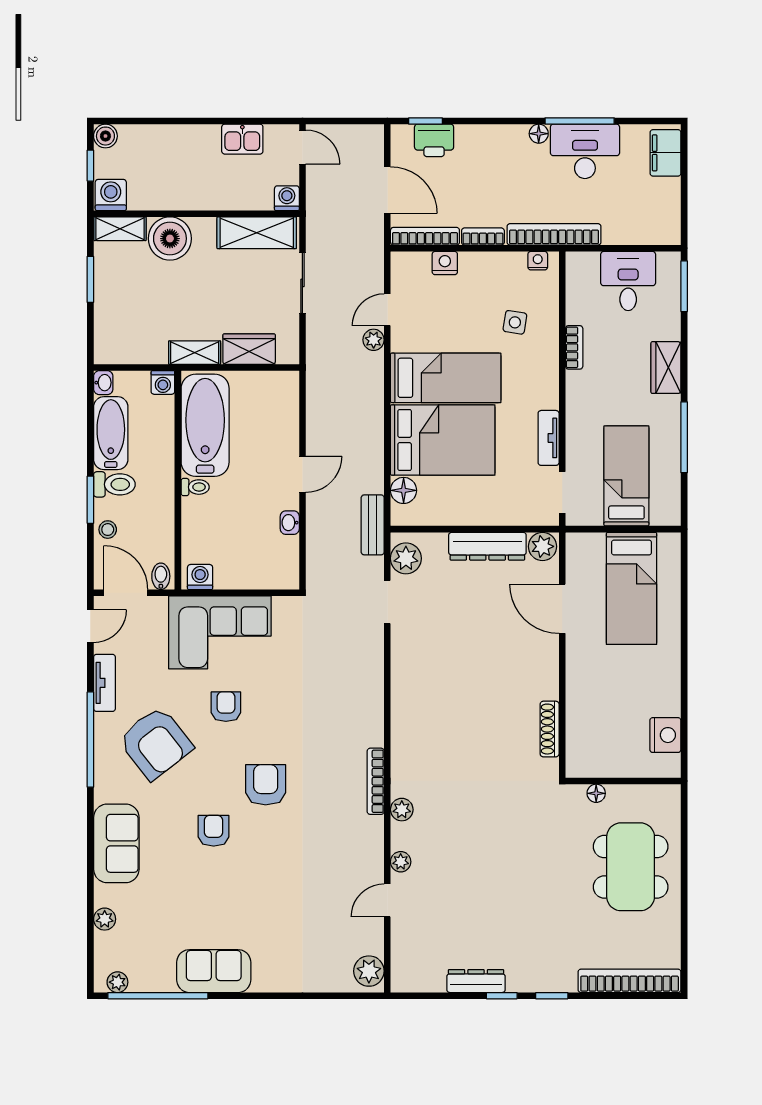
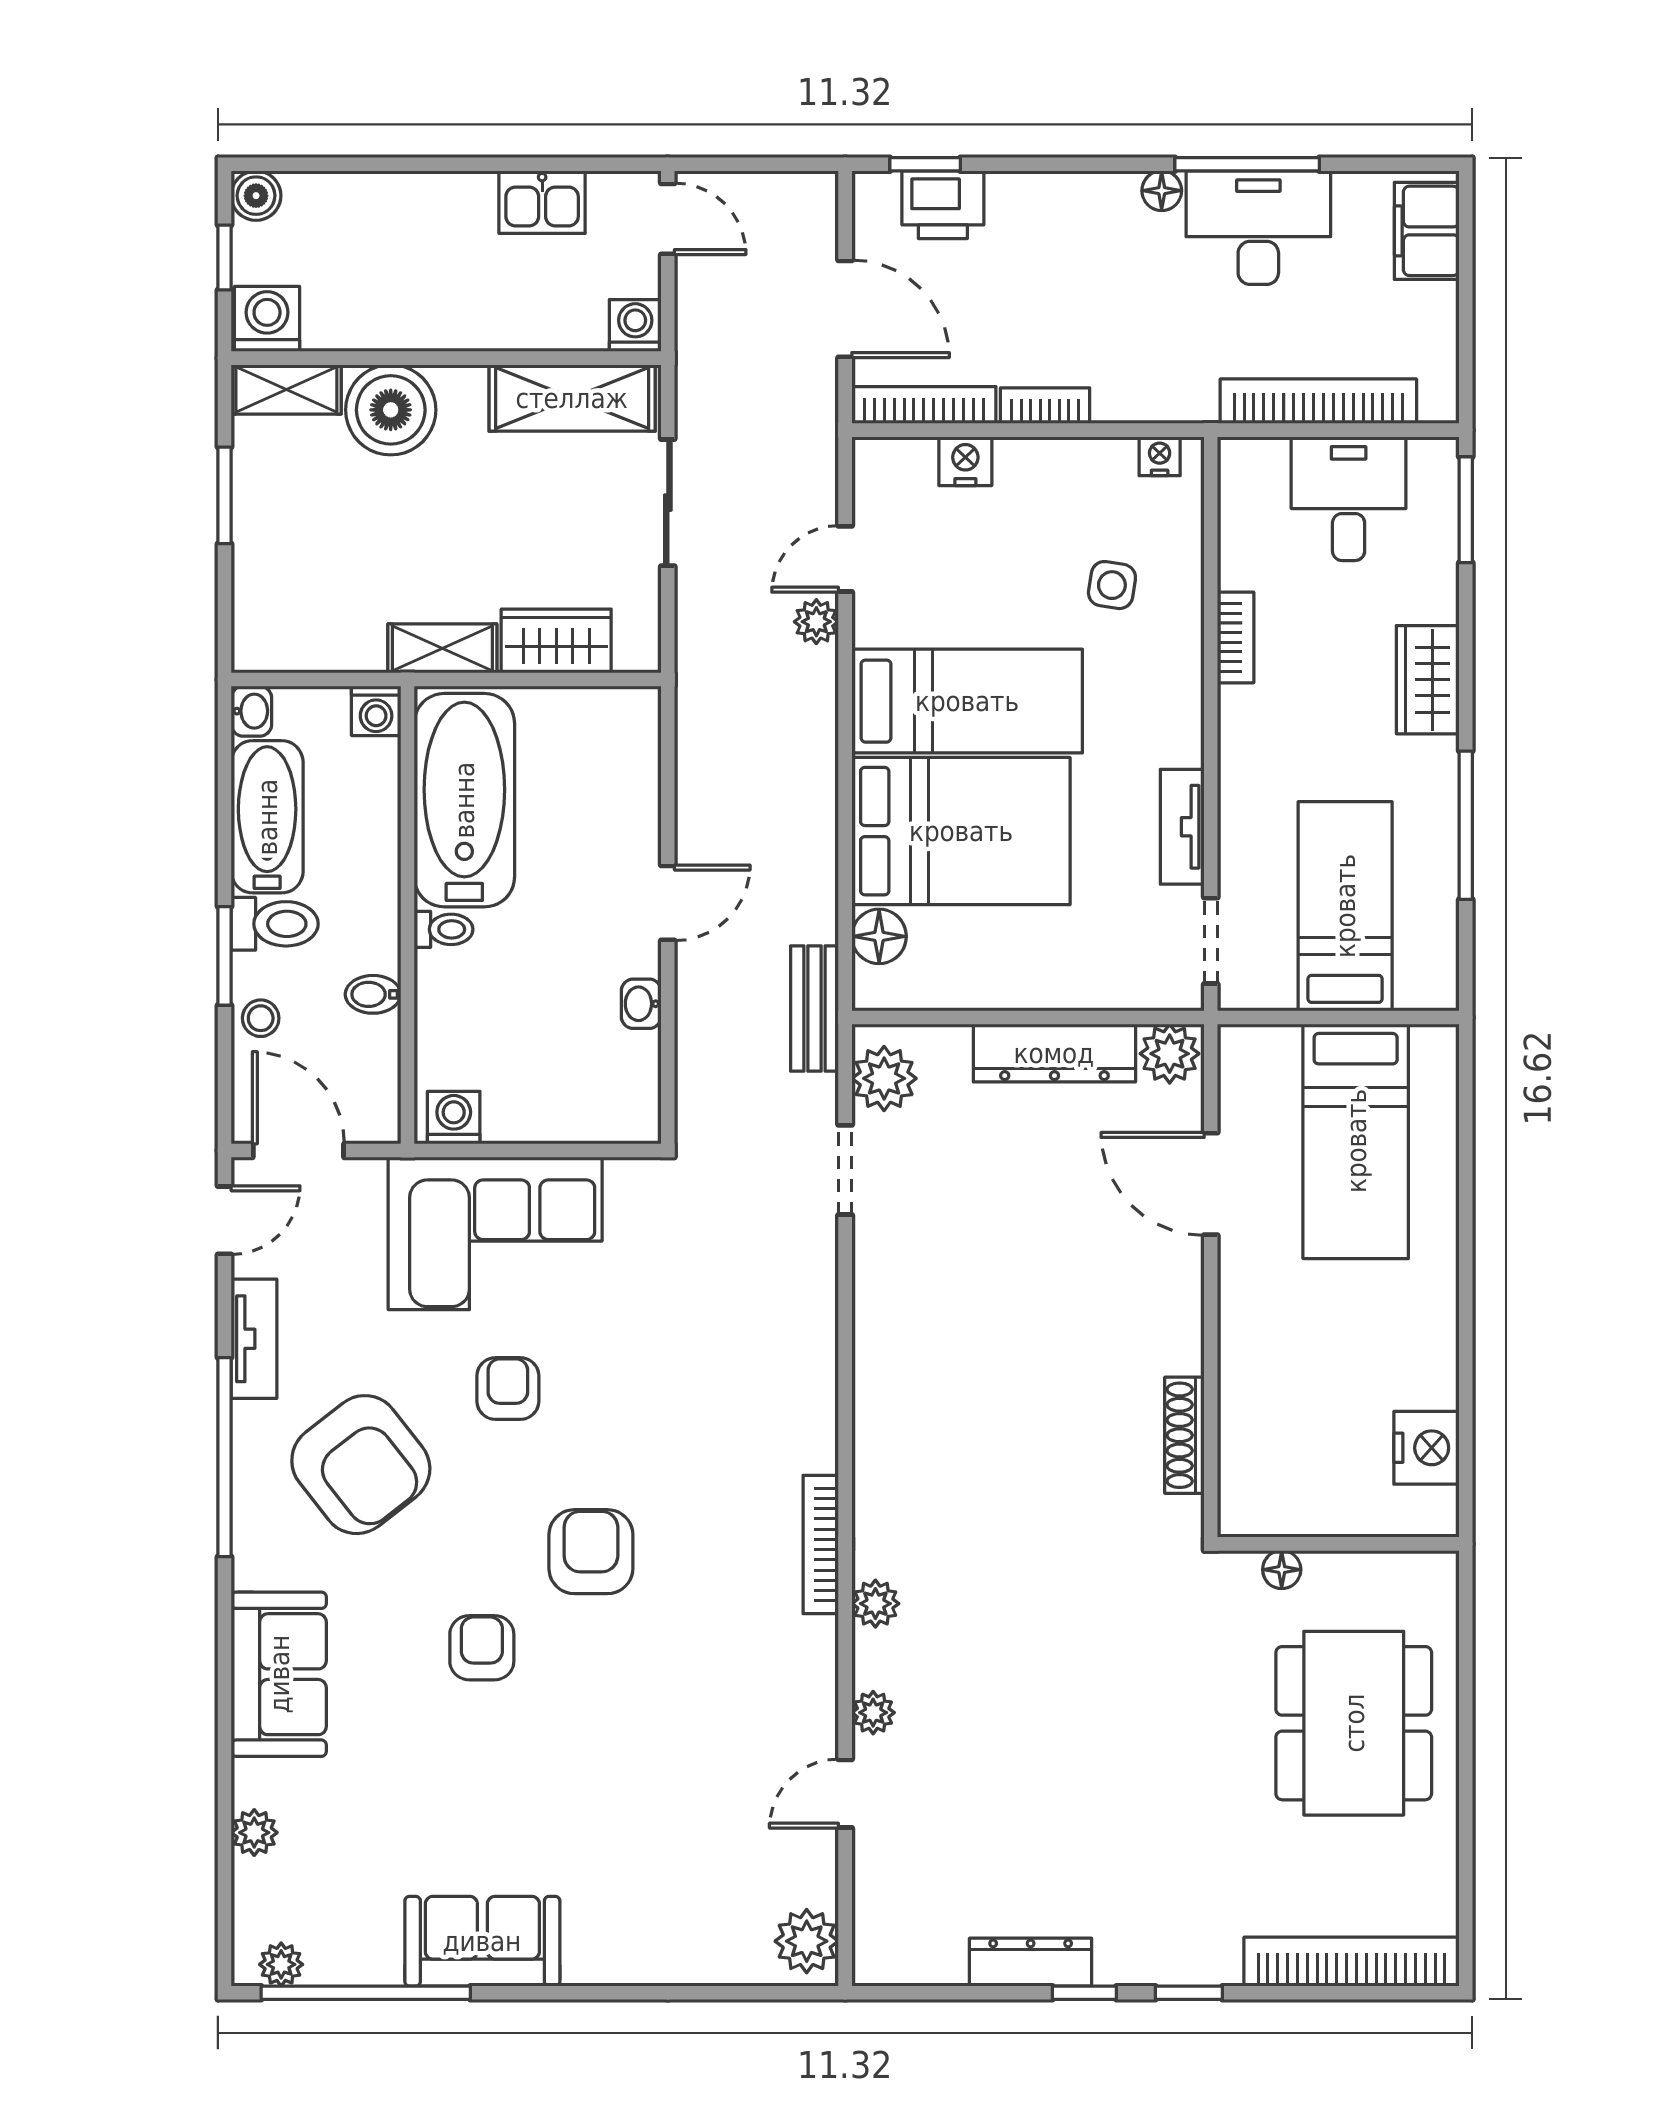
bookcase: (554, 234) -> (1318, 401), moved
bidet: (161, 576) -> (373, 994), moved, turned -90

